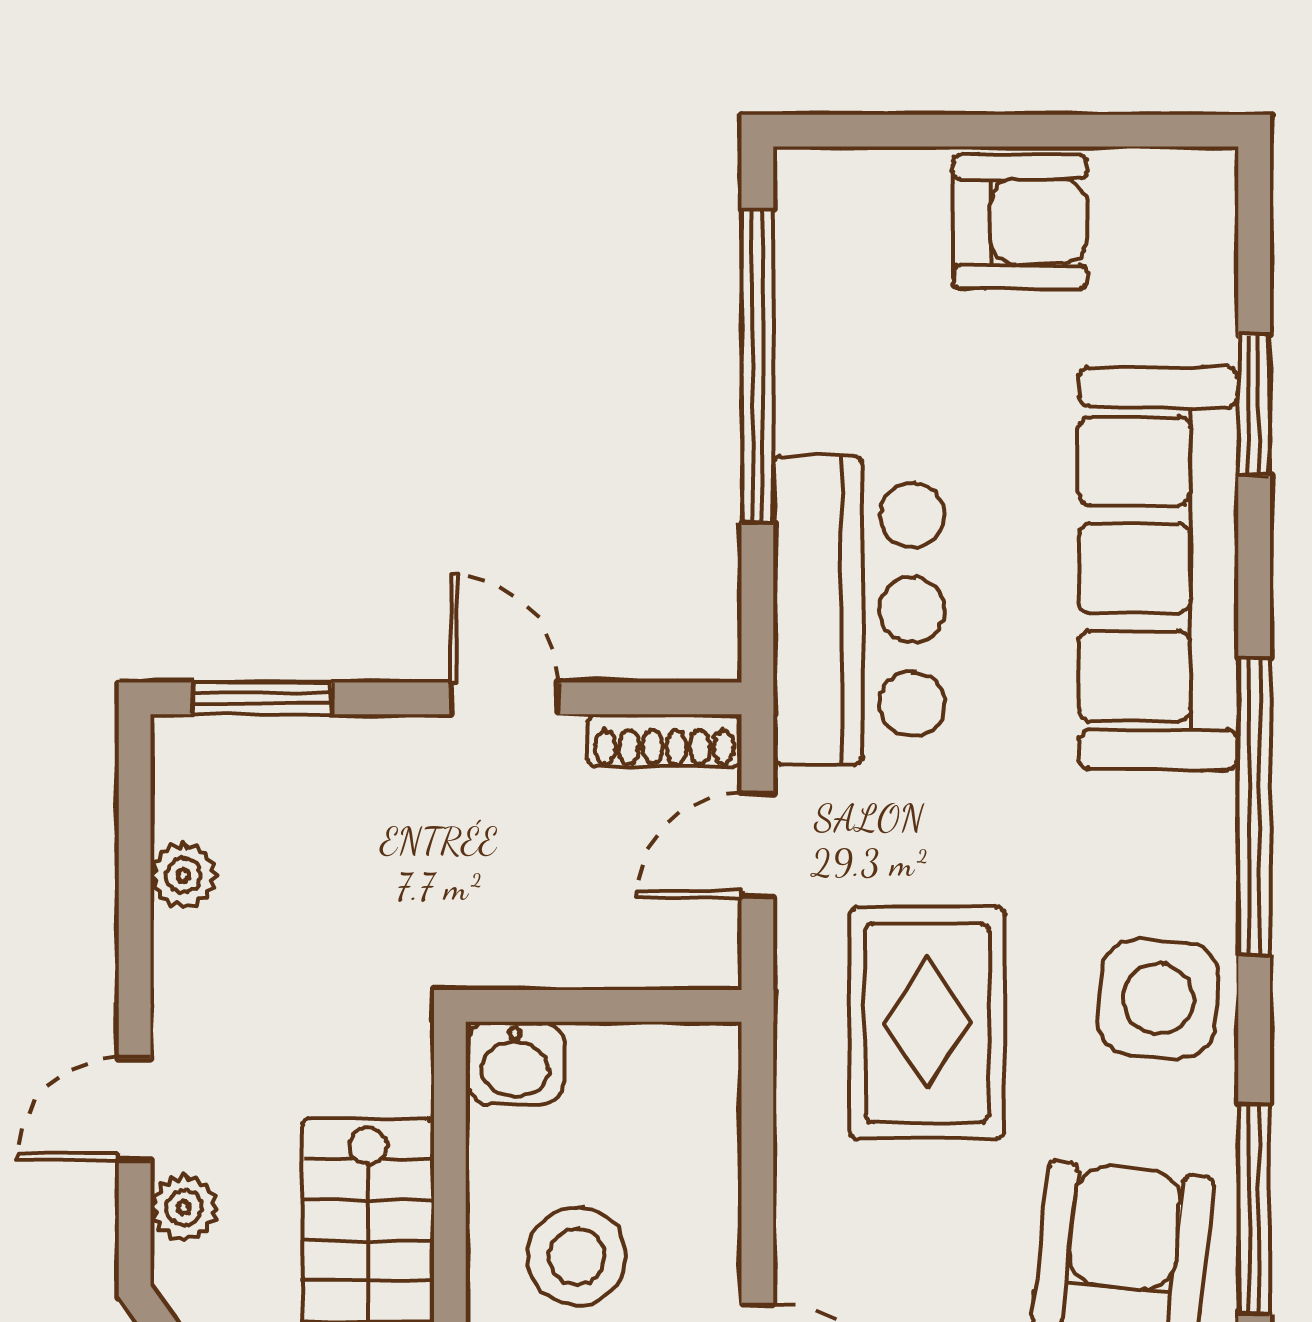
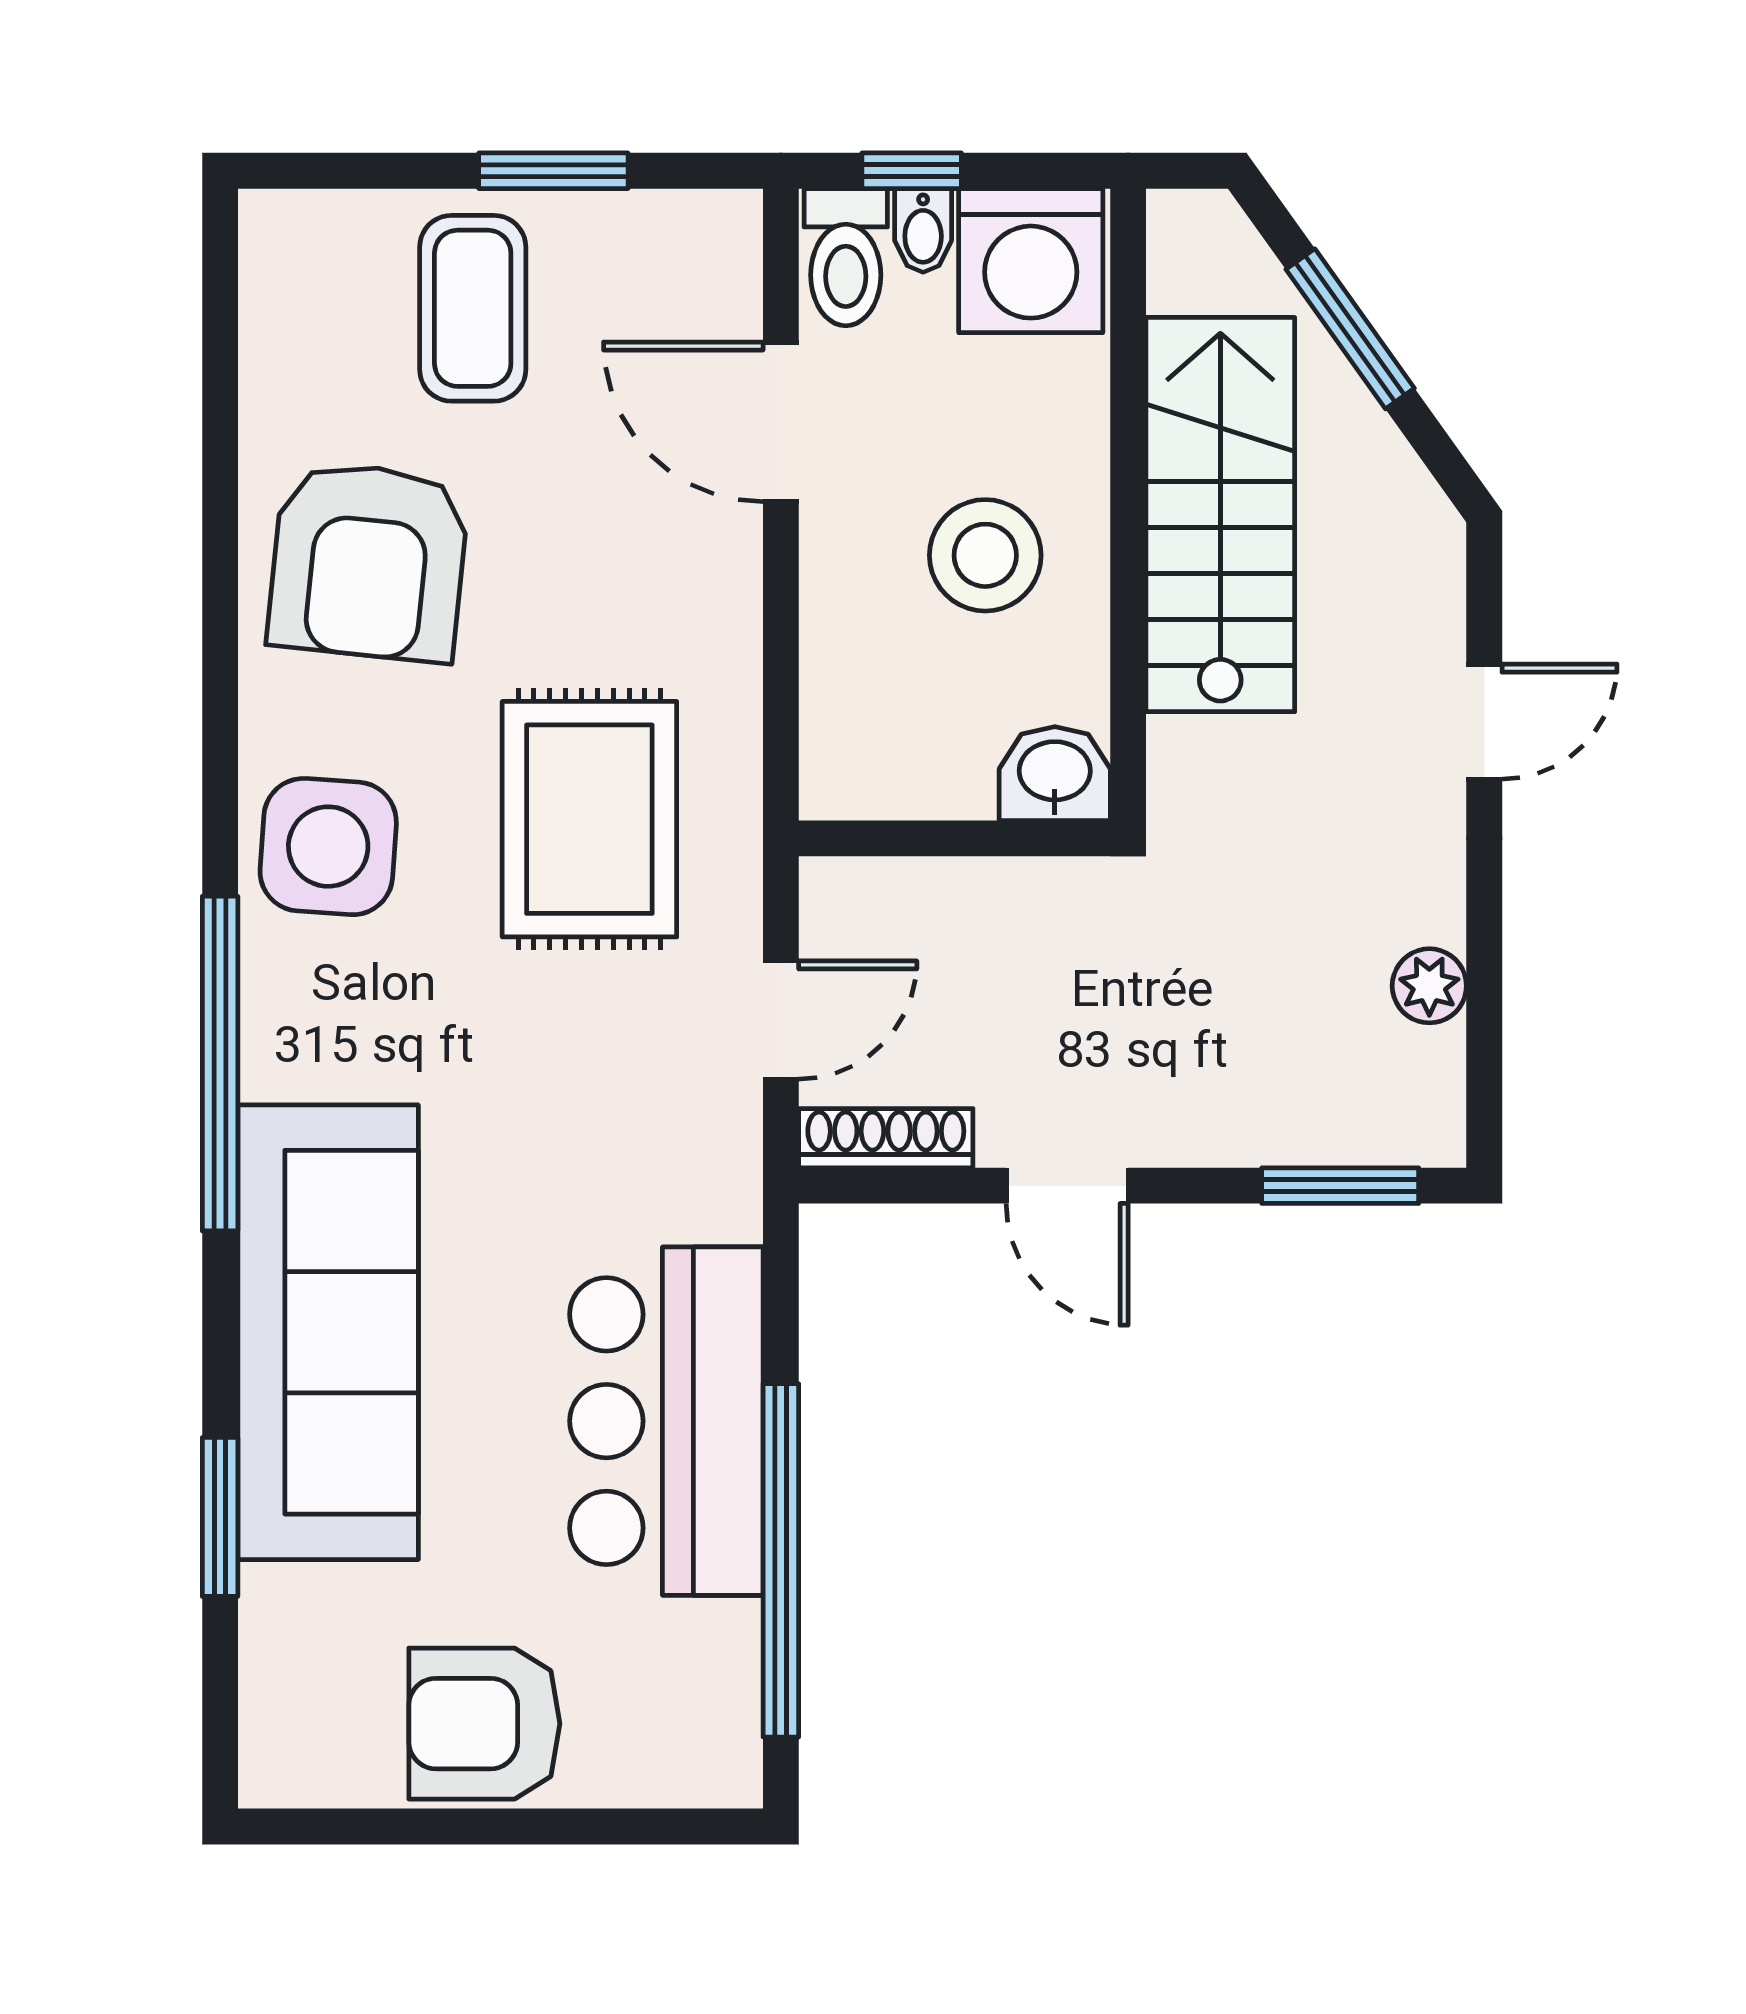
bar counter: (859, 610) -> (666, 1421), moved
plant: (184, 1208) -> (1428, 610), removed
window: (1254, 1208) -> (220, 610), removed

